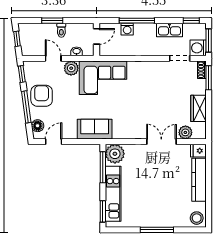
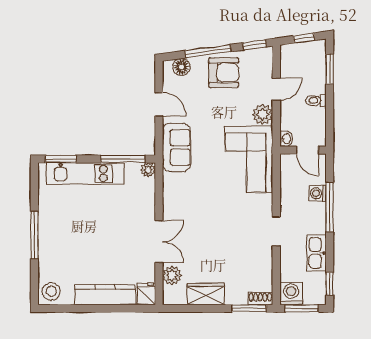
window: (52, 21) -> (330, 69), moved
washbasin: (77, 51) -> (286, 139), moved
doorway: (180, 58) -> (276, 231), moved
door: (54, 142) -> (159, 104), moved
plant: (115, 154) -> (148, 170), width x0.53, depth x0.53

